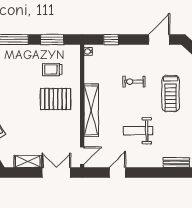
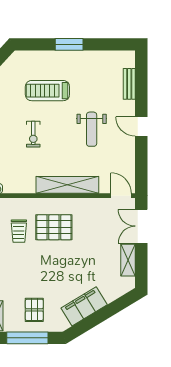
treadmill: (171, 94) -> (47, 91), turned 180
pallet: (56, 99) -> (54, 227), turned 90
door: (118, 173) -> (141, 126), moved

